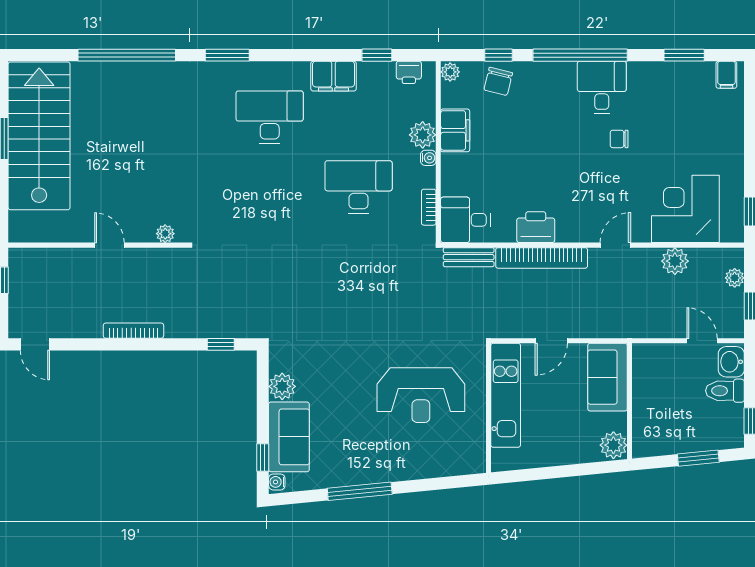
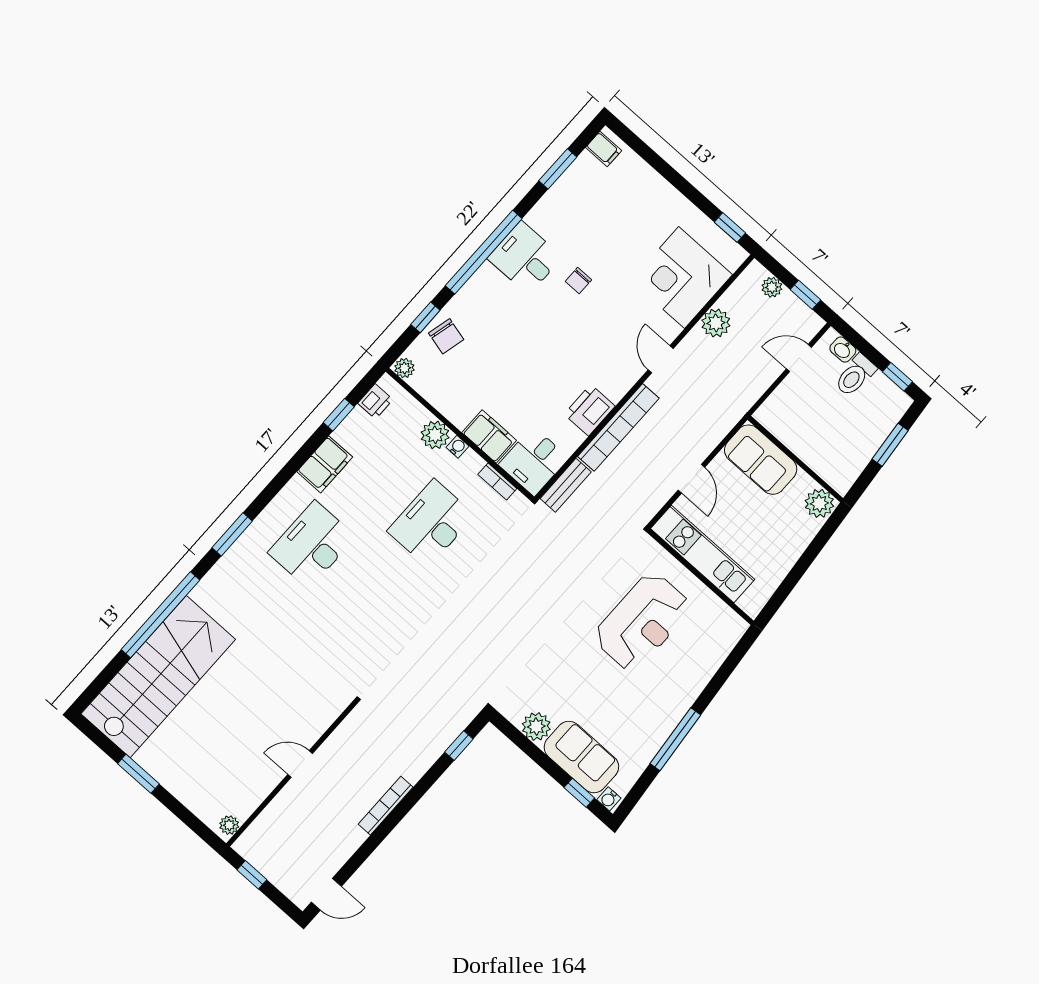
filing cabinet: (455, 130) -> (489, 436), moved
stairs: (39, 136) -> (158, 677), moved, turned 90
plant: (165, 234) -> (229, 825), moved
washbasin: (731, 362) -> (843, 350), width x0.72, depth x0.69

